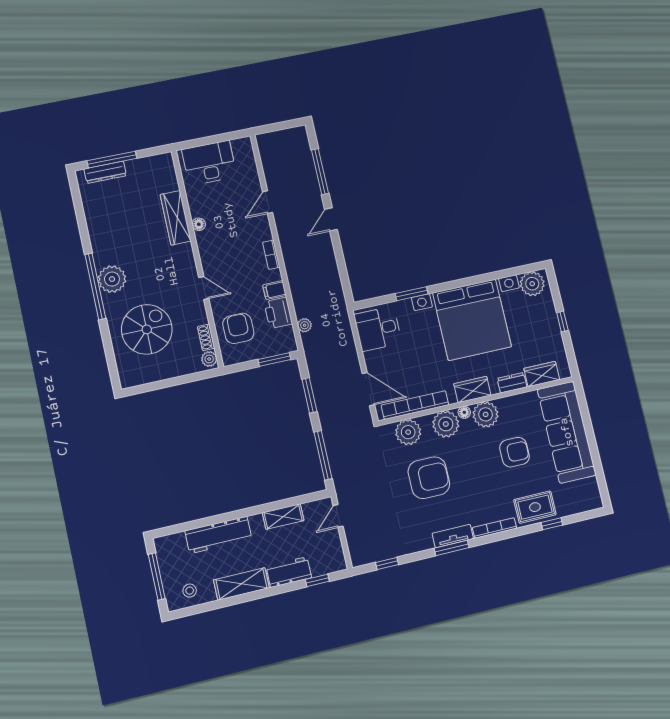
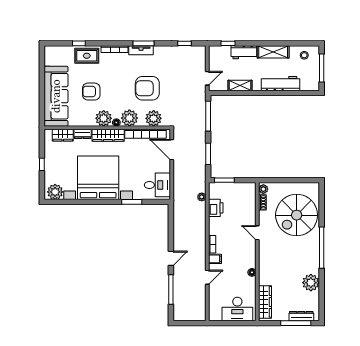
wardrobe: (176, 218) -> (265, 302), moved
plant: (112, 279) -> (311, 283), moved
filing cabinet: (274, 290) -> (215, 259), moved
armchair: (238, 328) -> (242, 204), removed
spiral stairs: (147, 329) -> (297, 215), width x1.37, depth x1.37
wardrobe: (472, 390) -> (108, 135), width x1.50

